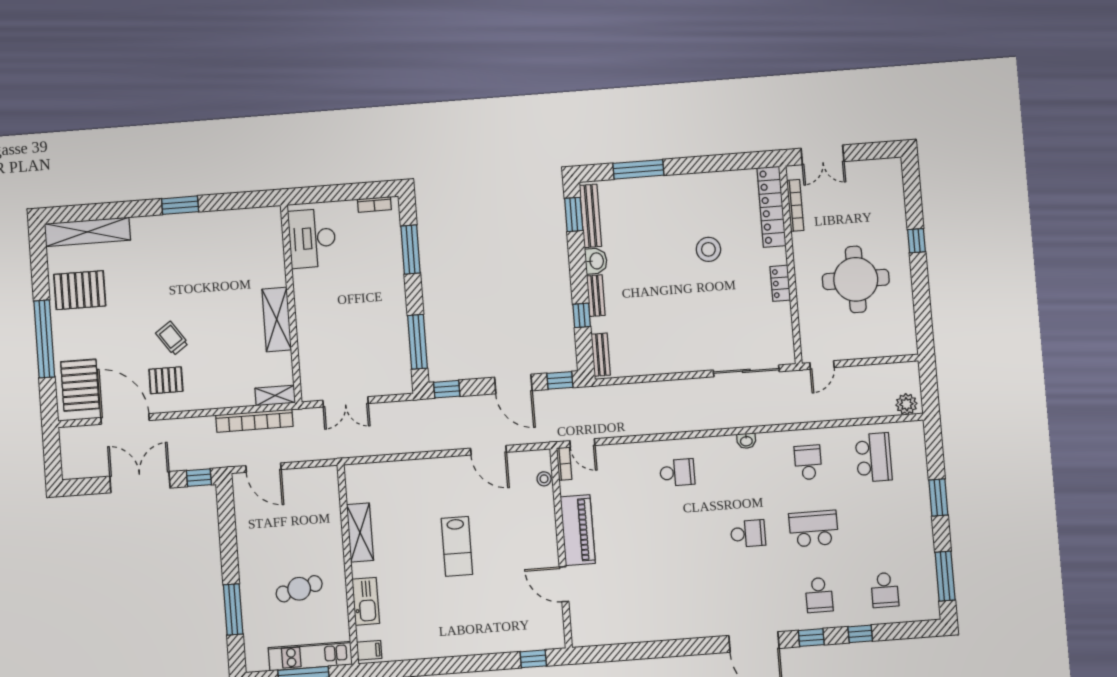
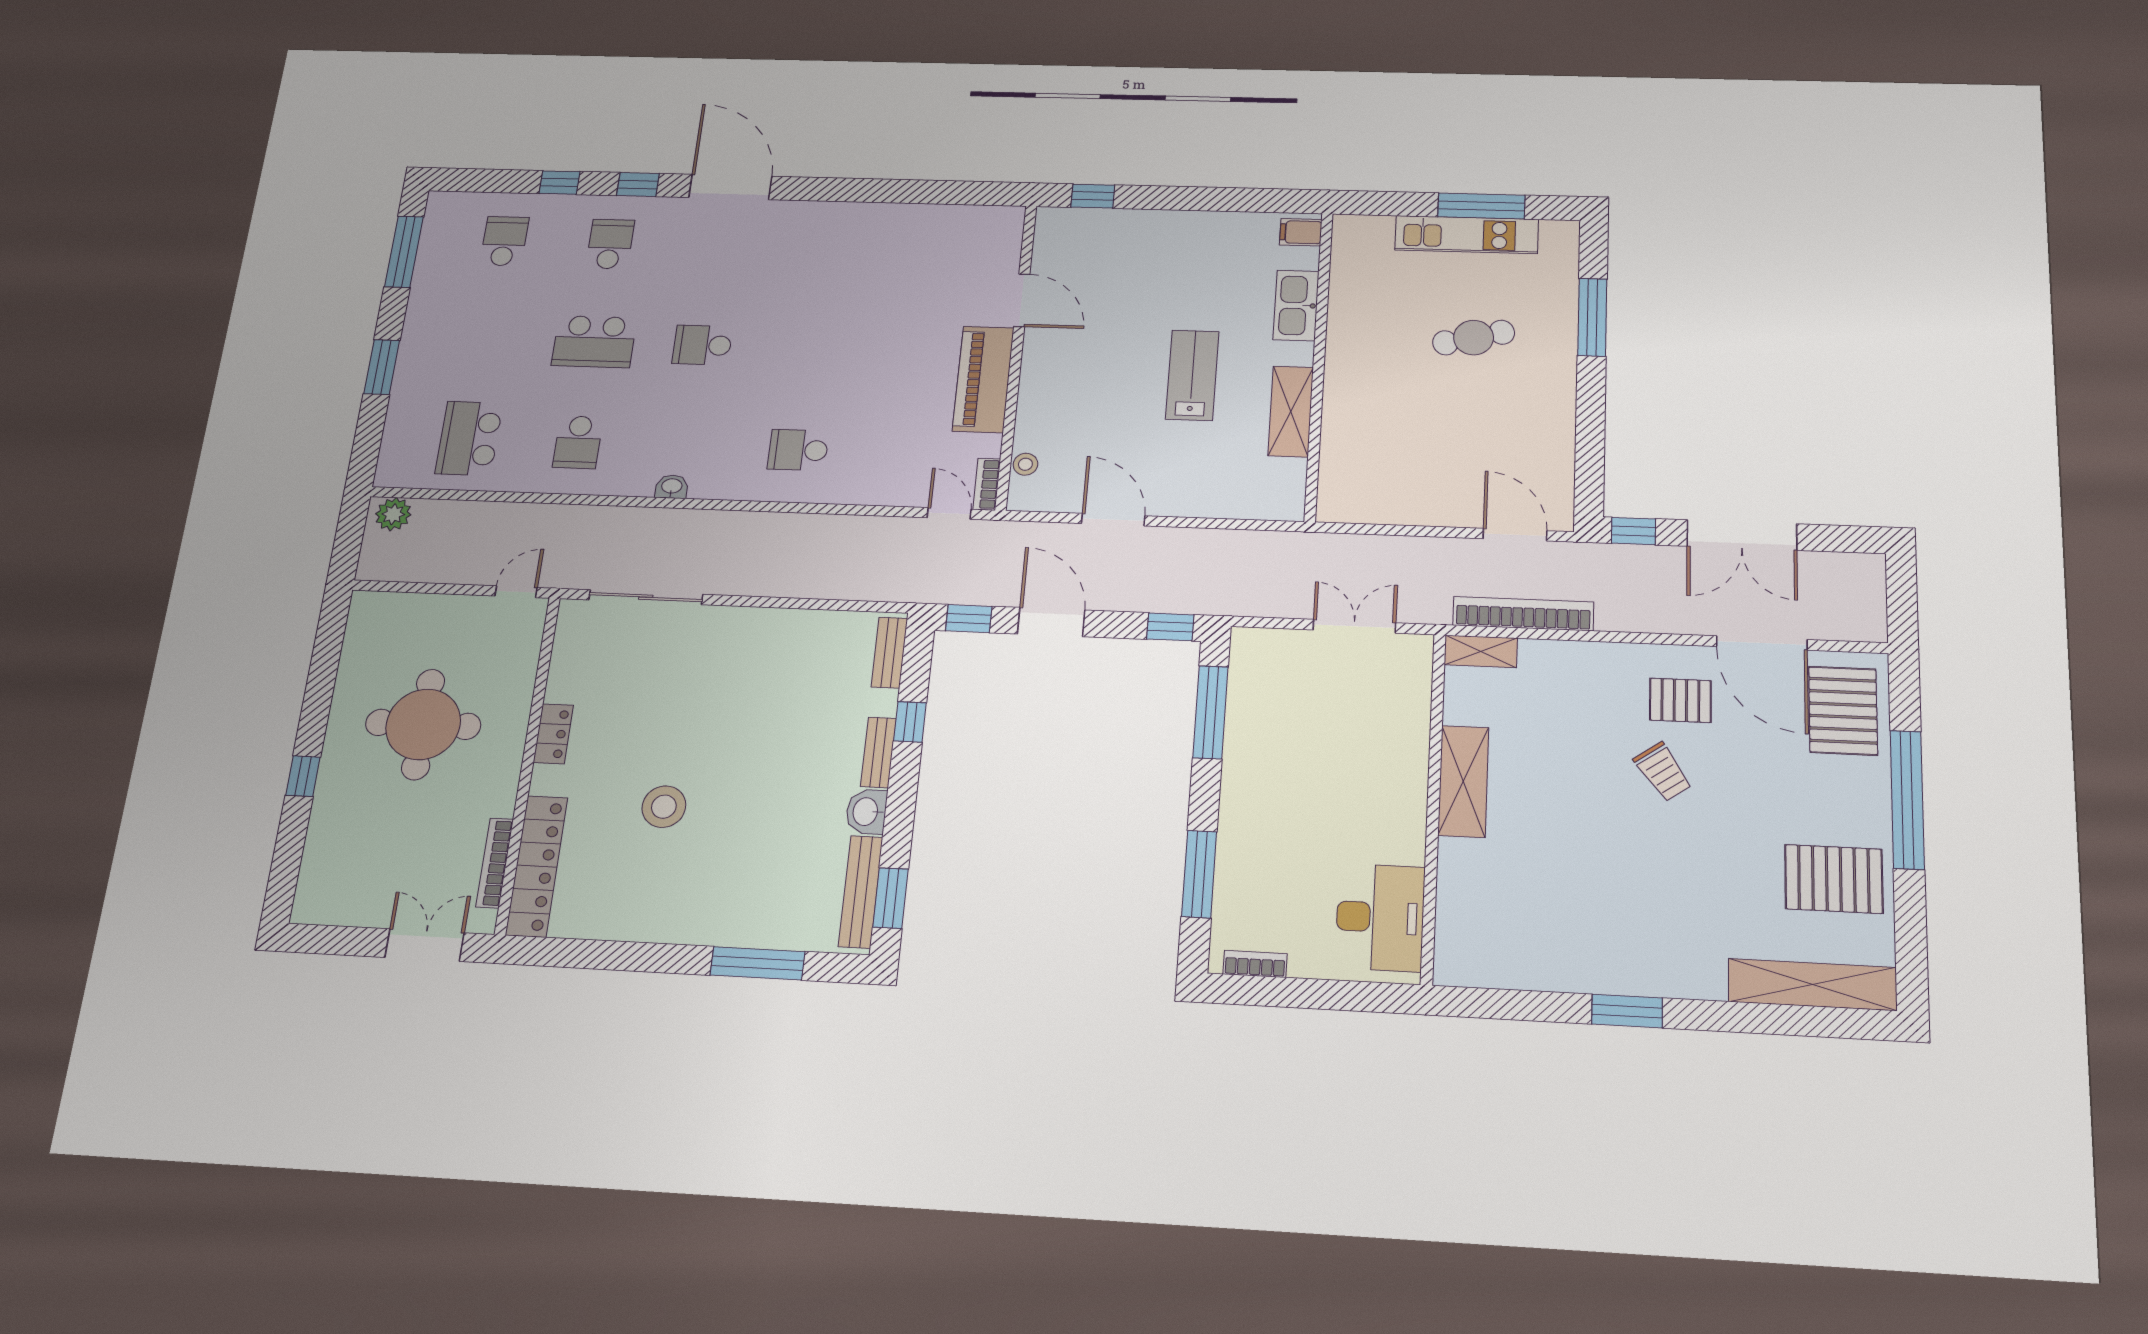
shelving: (360, 533) -> (1291, 411), moved
wall: (348, 564) -> (1319, 364), moved
kitchen sink: (366, 601) -> (1296, 305), moved
filing cabinet: (369, 650) -> (1301, 232), moved

